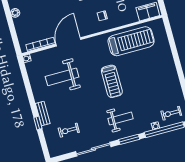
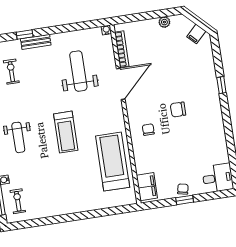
treadmill: (131, 41) -> (113, 162), turned 180
door: (68, 42) -> (121, 84), hinge flipped
treadmill: (112, 81) -> (66, 132), turned -90

